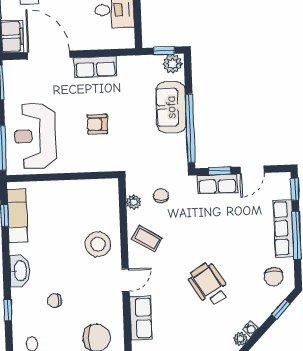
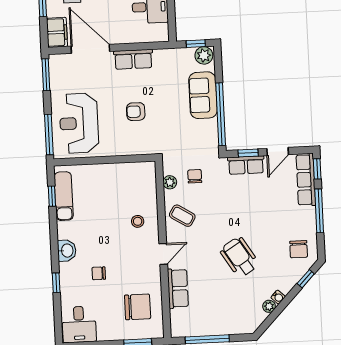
row of seats: (283, 228) -> (306, 180), moved
stool: (98, 244) -> (138, 221), width x0.53, depth x0.53
washbasin: (20, 271) -> (67, 251), width x0.72

